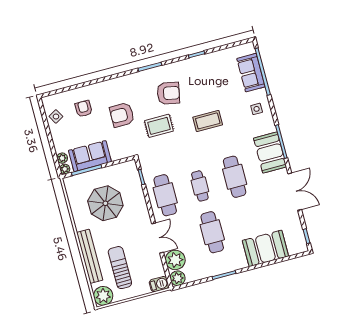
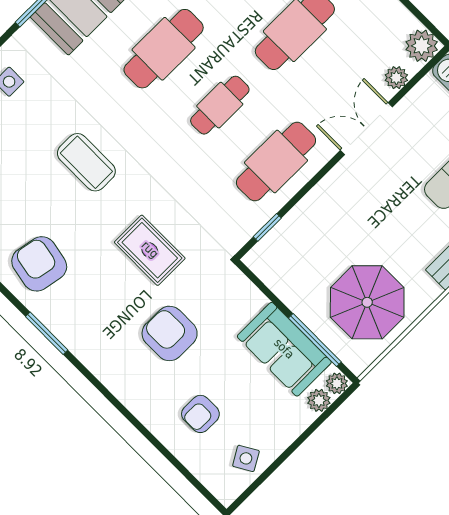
armchair: (168, 93) -> (39, 264), moved
armchair: (122, 115) -> (170, 333), turned 180
parasol: (105, 203) -> (367, 302), moved
plant: (175, 260) -> (396, 78), width x0.53, depth x0.53

